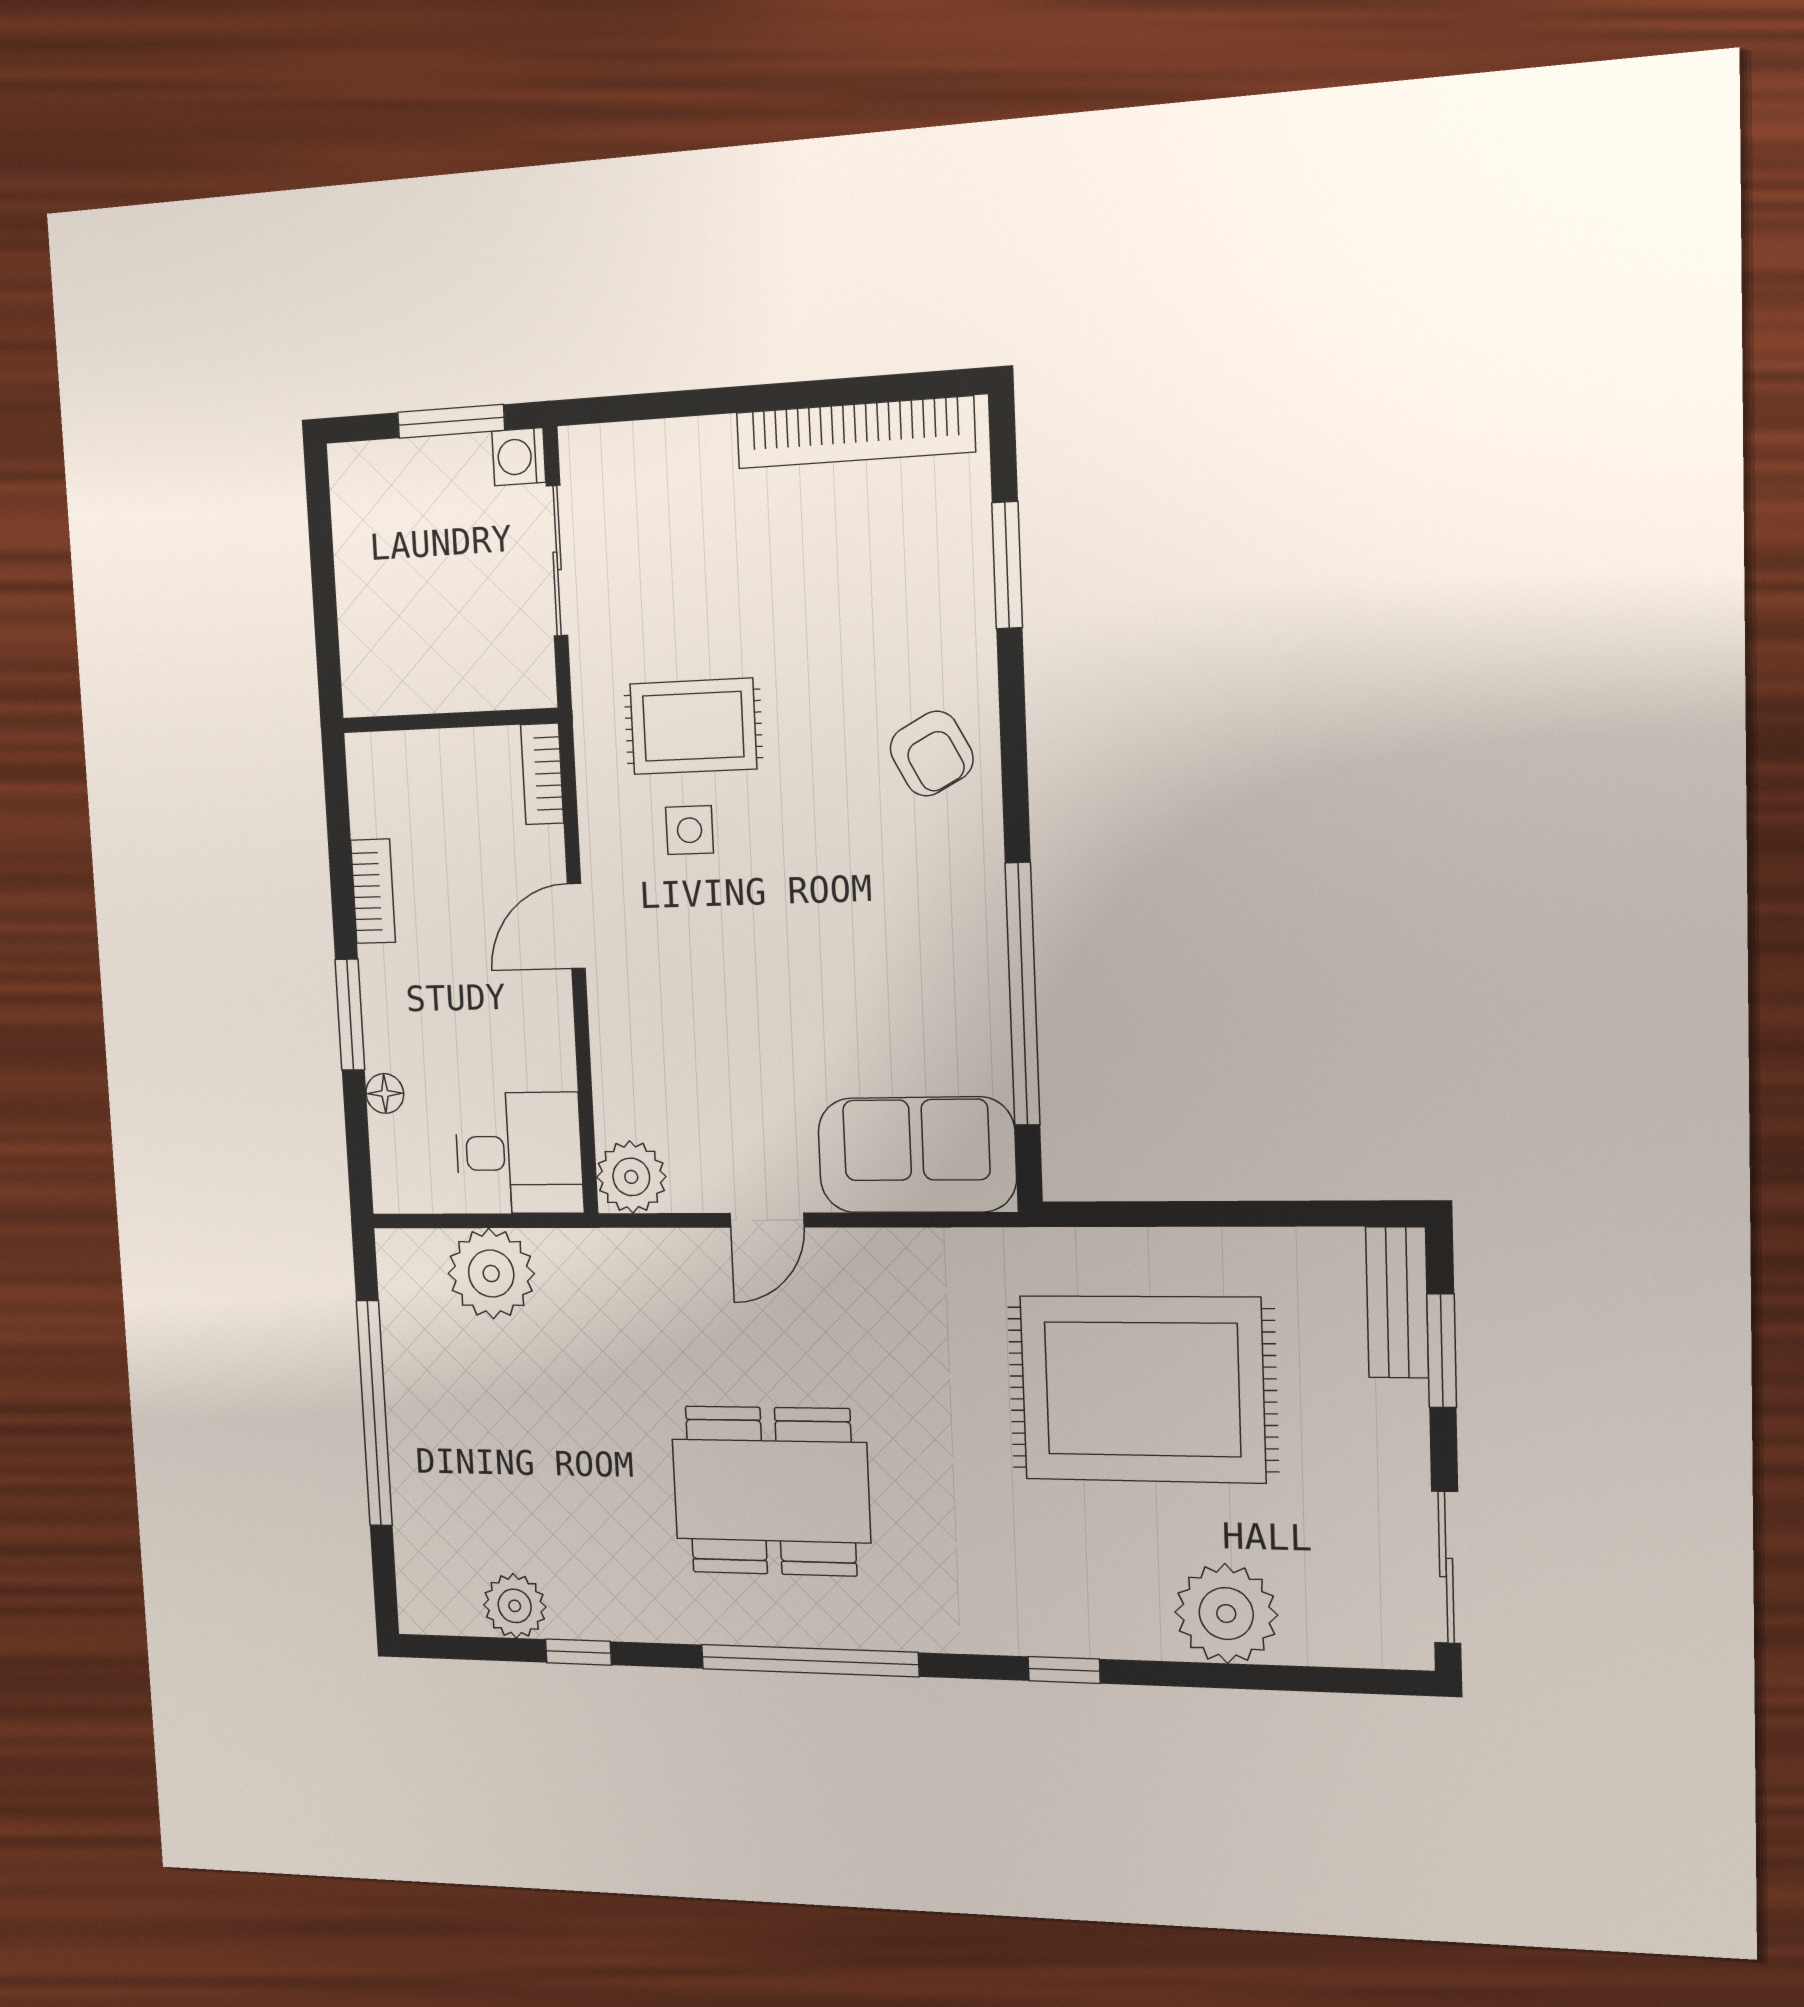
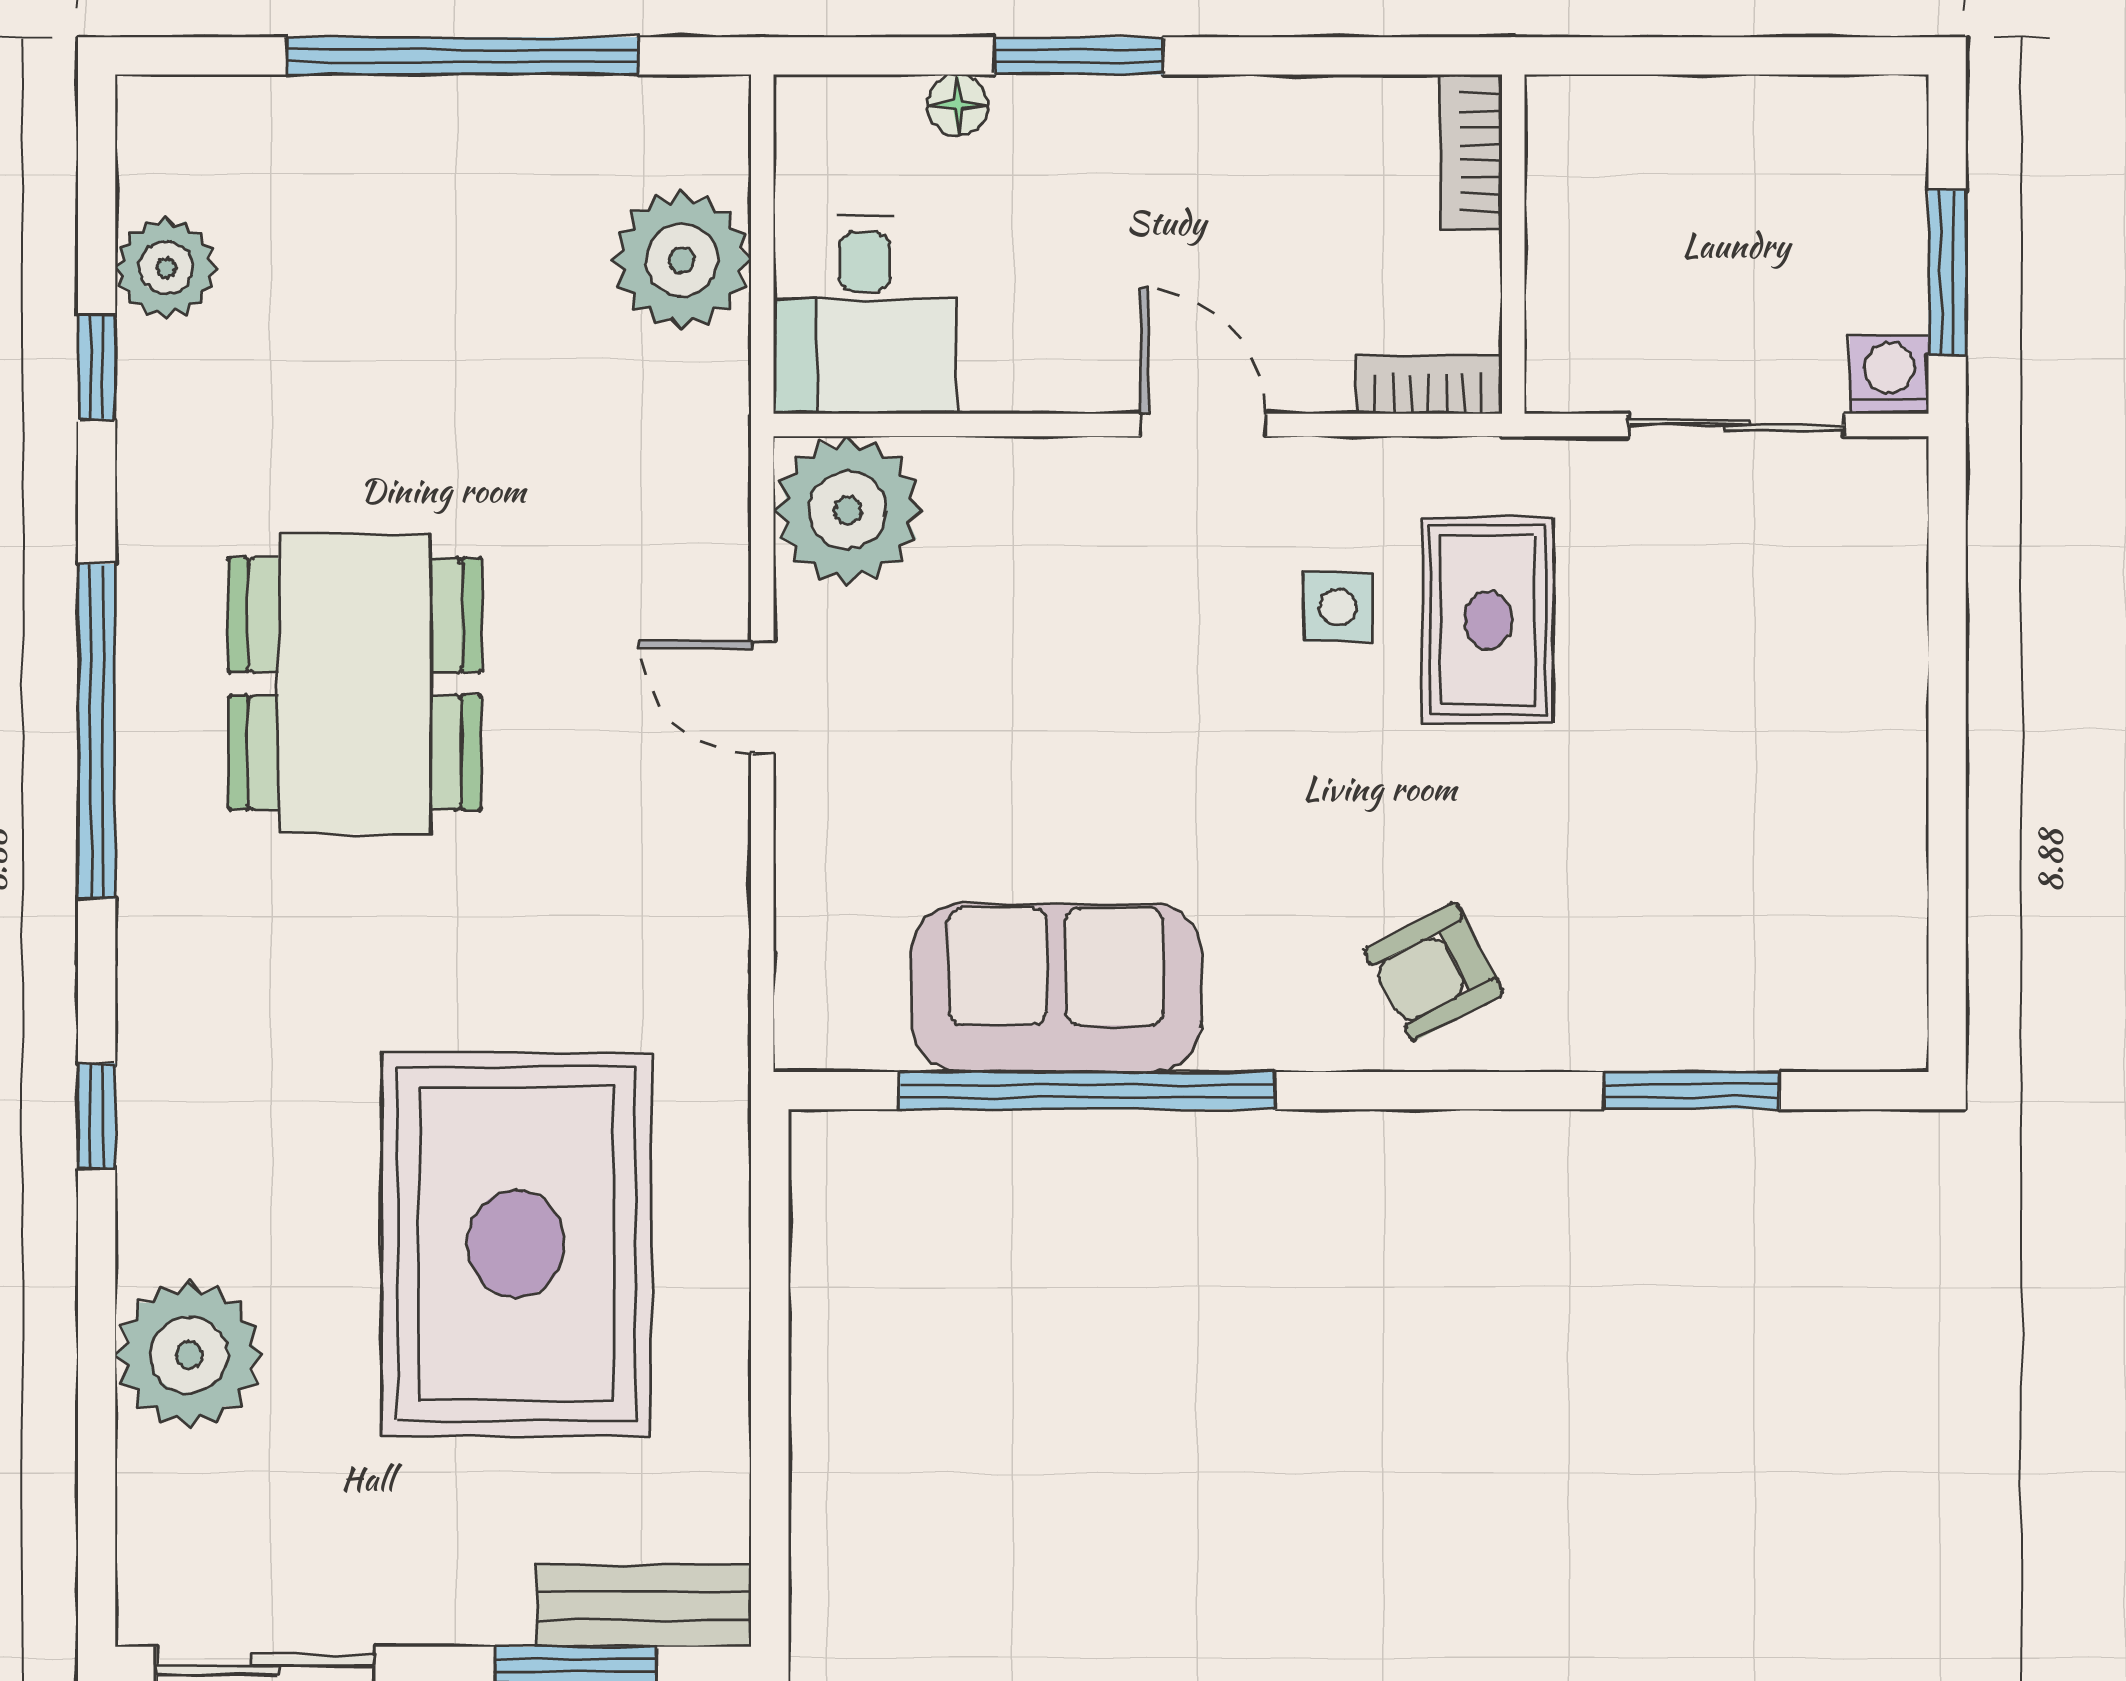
bookcase: (855, 432) -> (1889, 879), removed
bookcase: (373, 891) -> (1471, 152), moved, turned 90
sofa: (917, 1155) -> (1057, 988), moved, turned -90
plant: (631, 1177) -> (848, 510), width x1.36, depth x1.36

